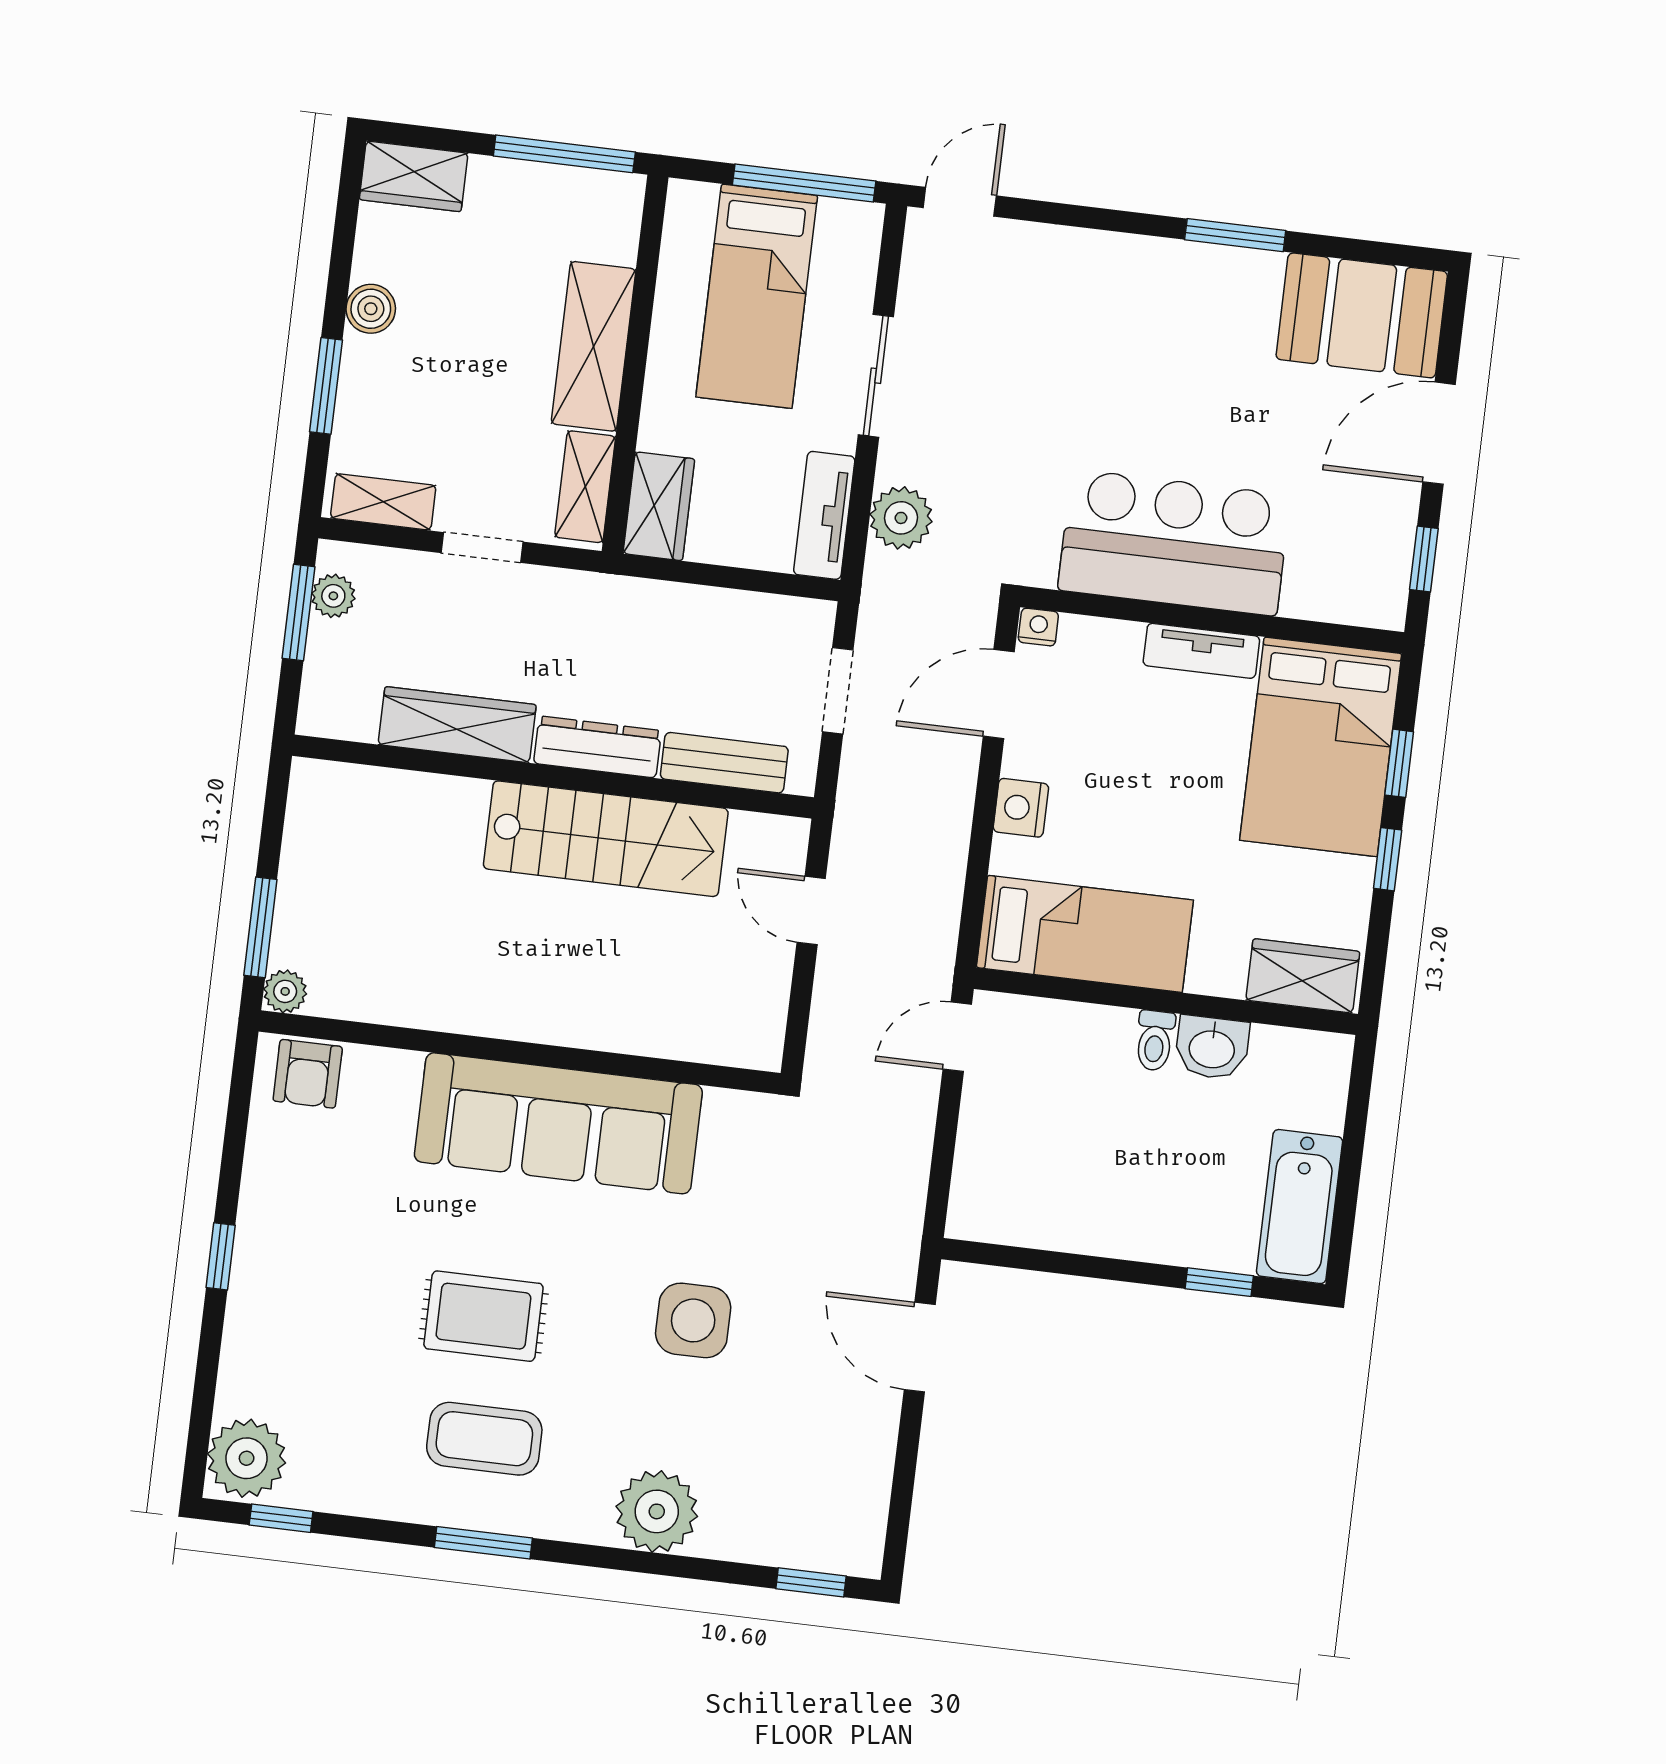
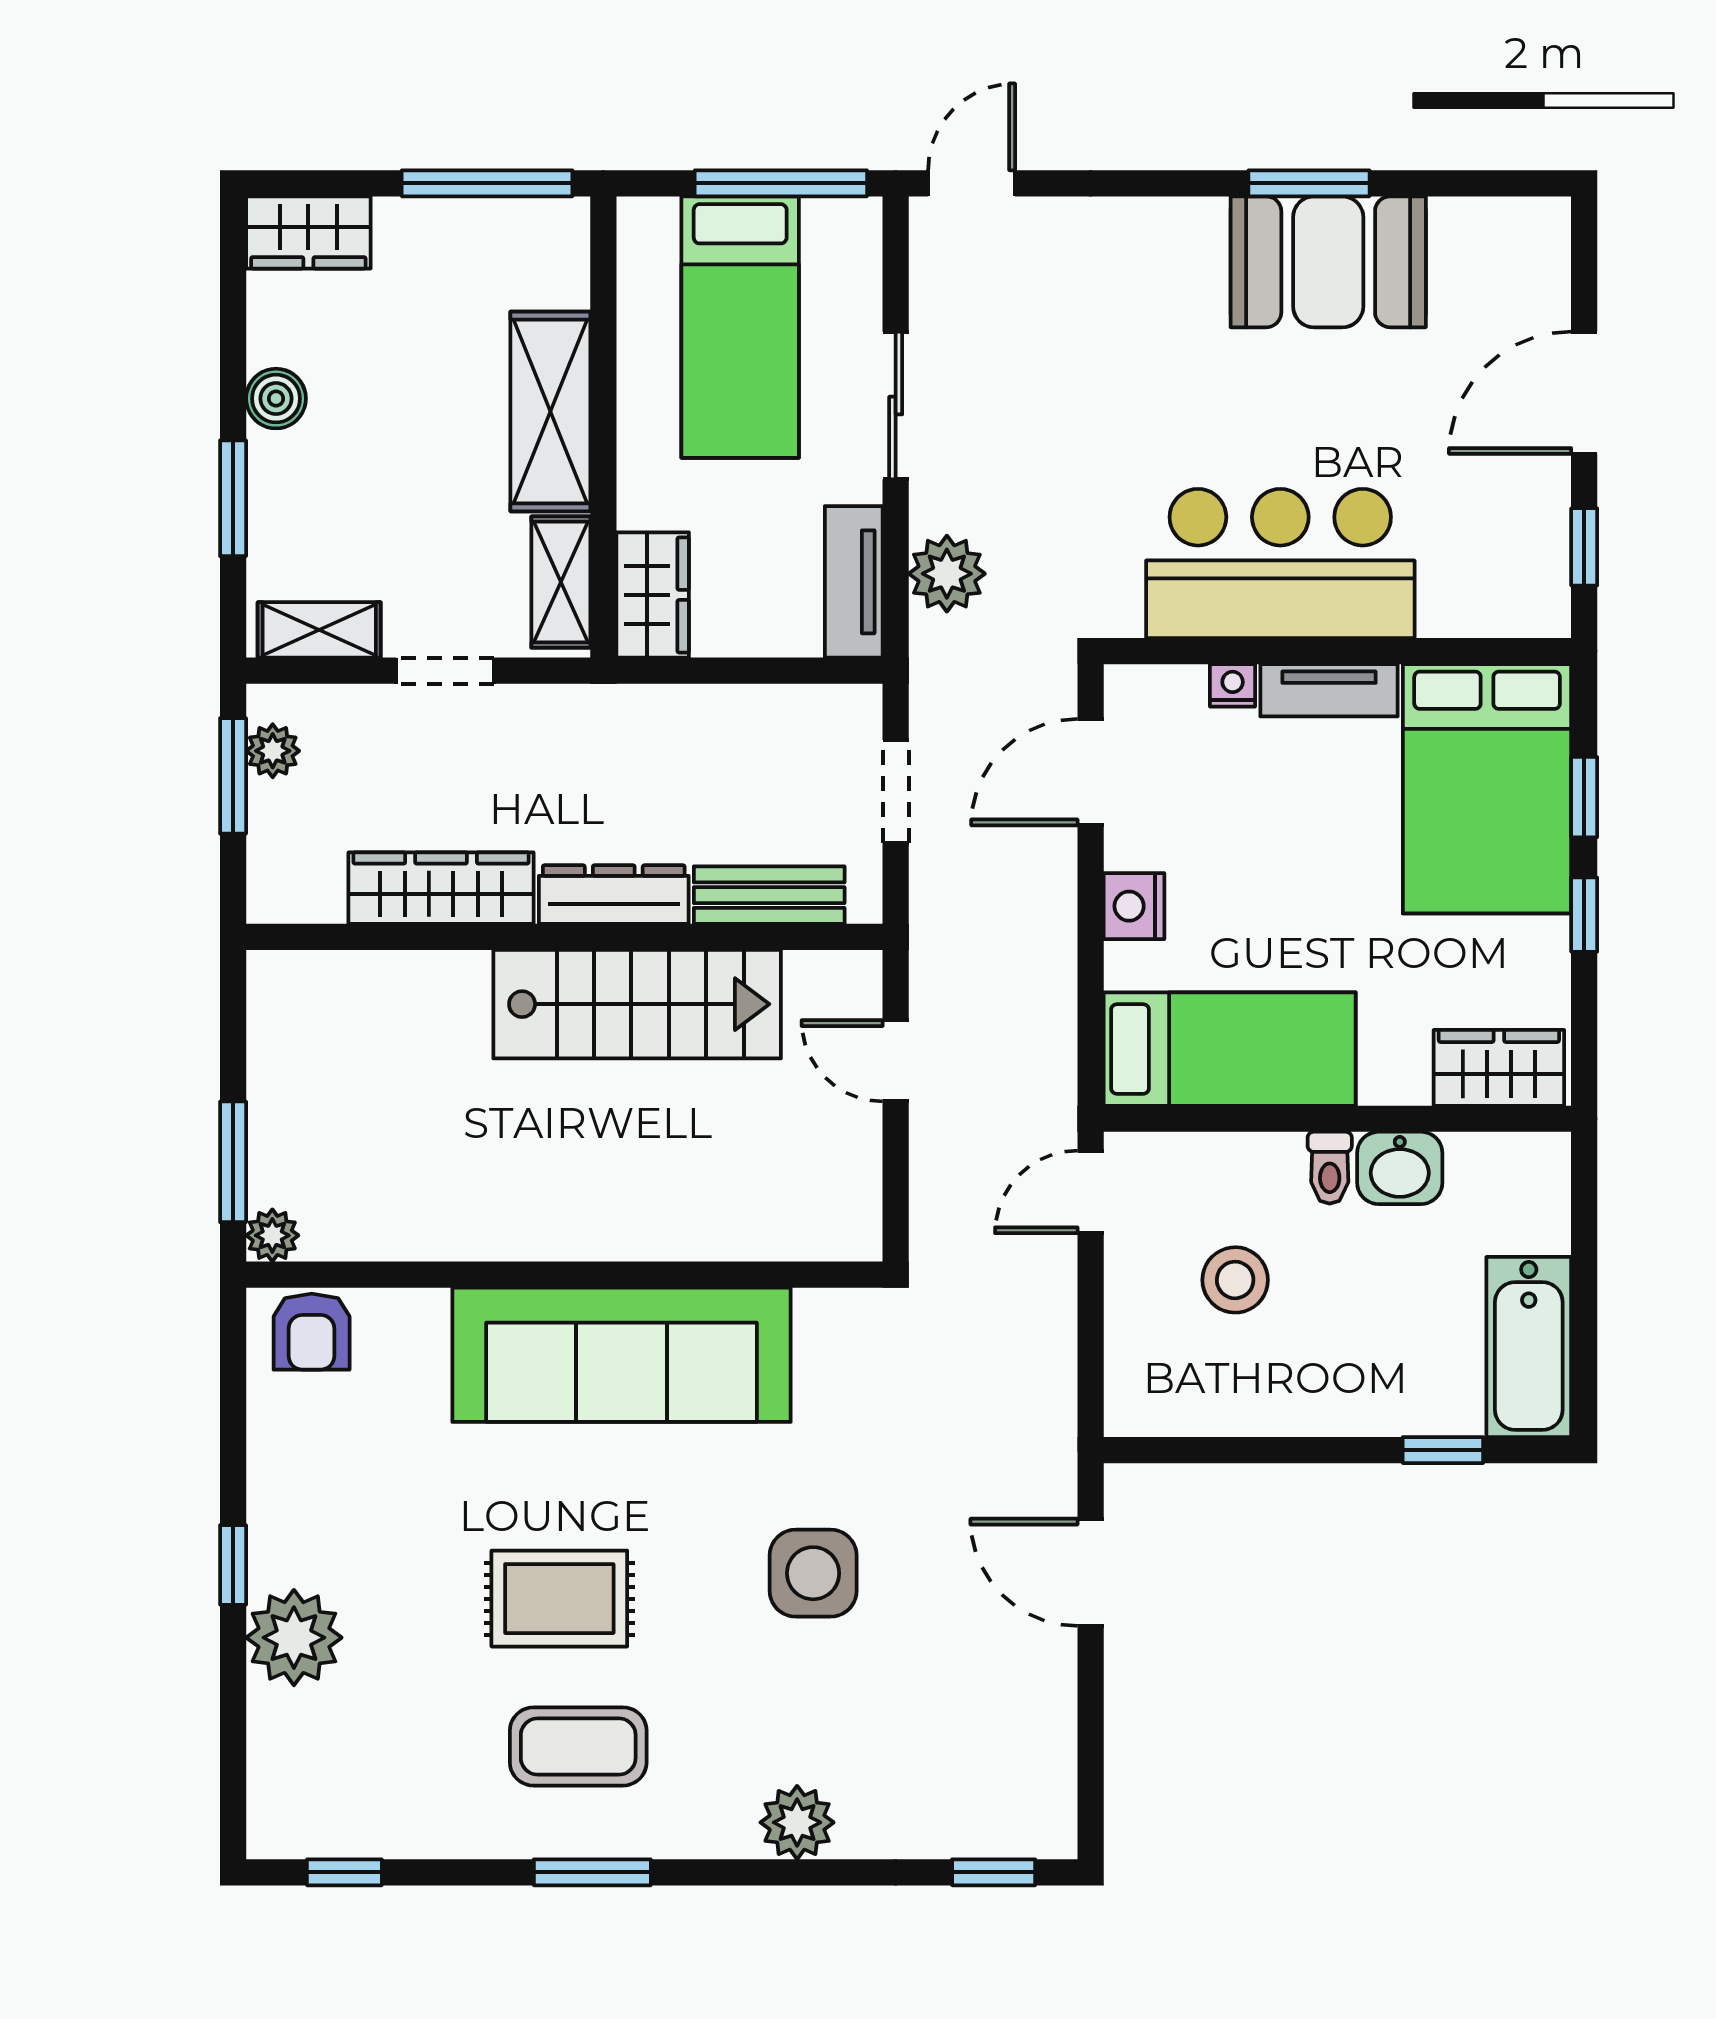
booth: (1362, 315) -> (1328, 262), moved
nightstand: (1038, 627) -> (1233, 685), moved
stool: (1067, 1123) -> (1235, 1280), added
plant: (247, 1458) -> (294, 1638), moved
plant: (657, 1511) -> (797, 1822), width x0.73, depth x0.73

